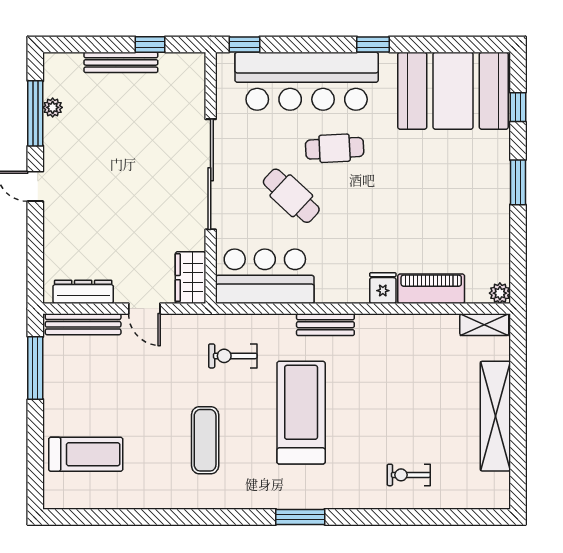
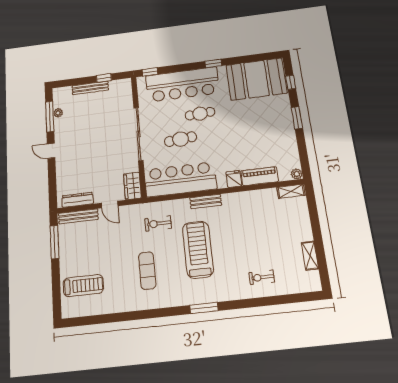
cafe table: (291, 196) -> (181, 139), turned -48
bar counter: (265, 276) -> (180, 179), width x1.36
shelving: (495, 416) -> (310, 256), width x0.45, depth x0.75

